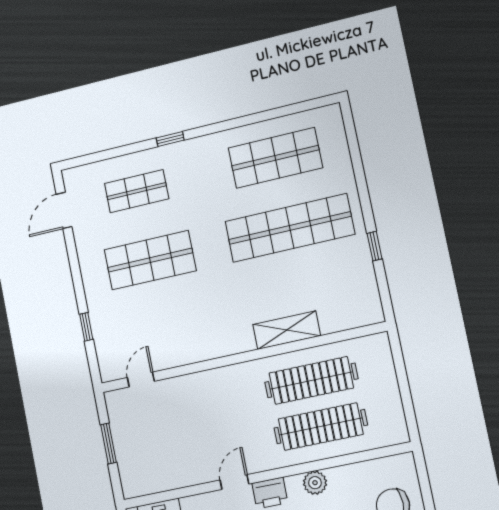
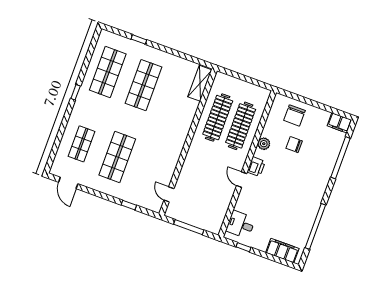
window: (170, 139) -> (76, 92), moved
shop shelf: (290, 228) -> (144, 85), width x0.71
window: (375, 246) -> (139, 39), moved
shelving: (287, 330) -> (200, 83), moved
window: (109, 443) -> (189, 227), width x1.44

